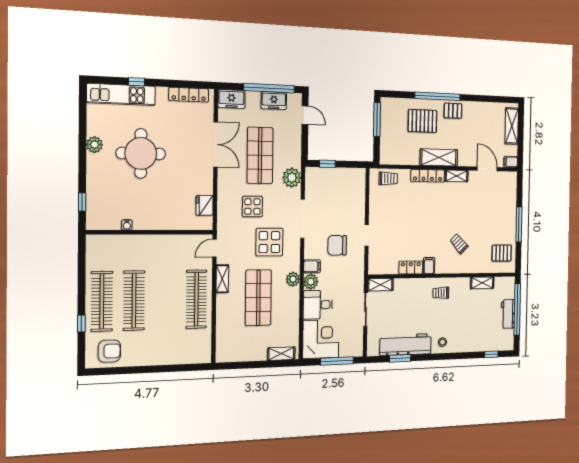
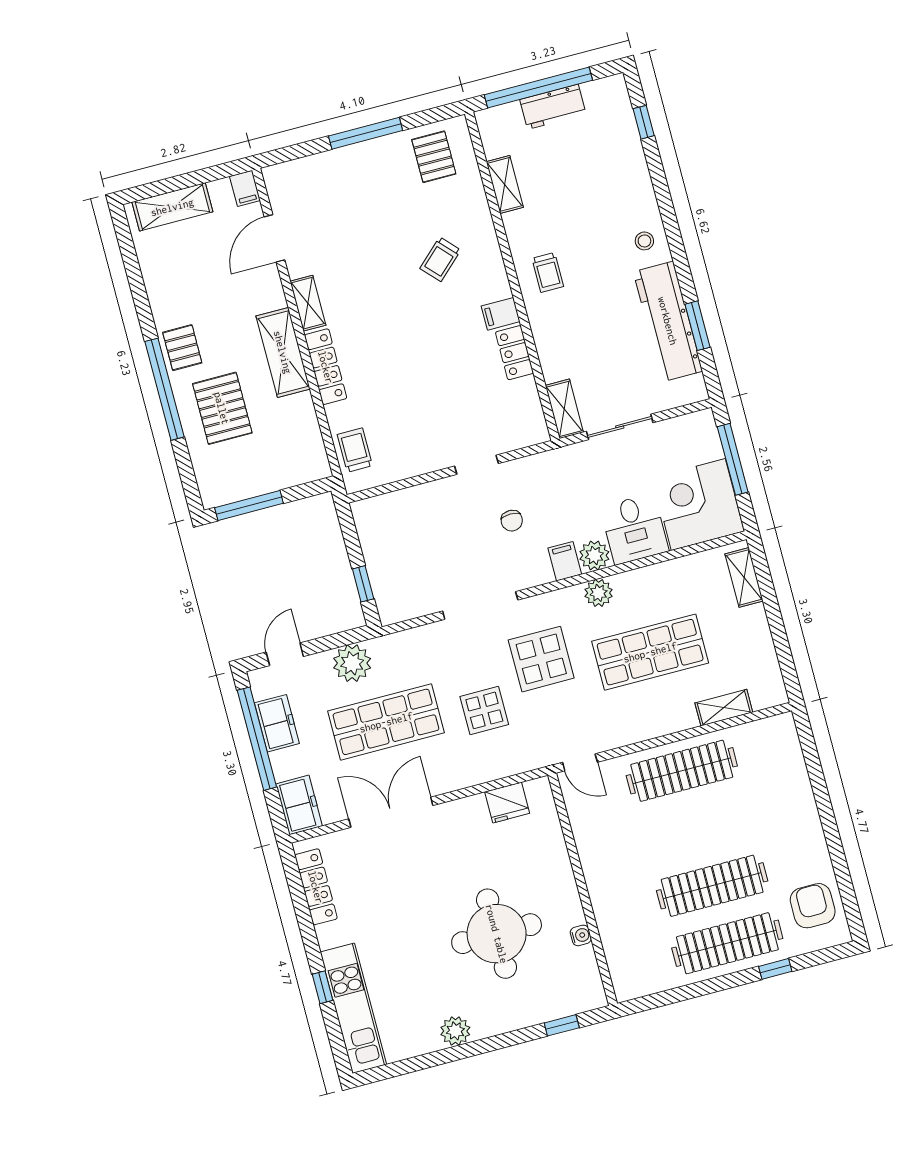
round table: (141, 153) -> (497, 934), moved
plant: (292, 178) -> (352, 663), moved
chair: (337, 245) -> (512, 521), width x0.54, depth x0.54
shelving: (222, 279) -> (724, 708), moved

